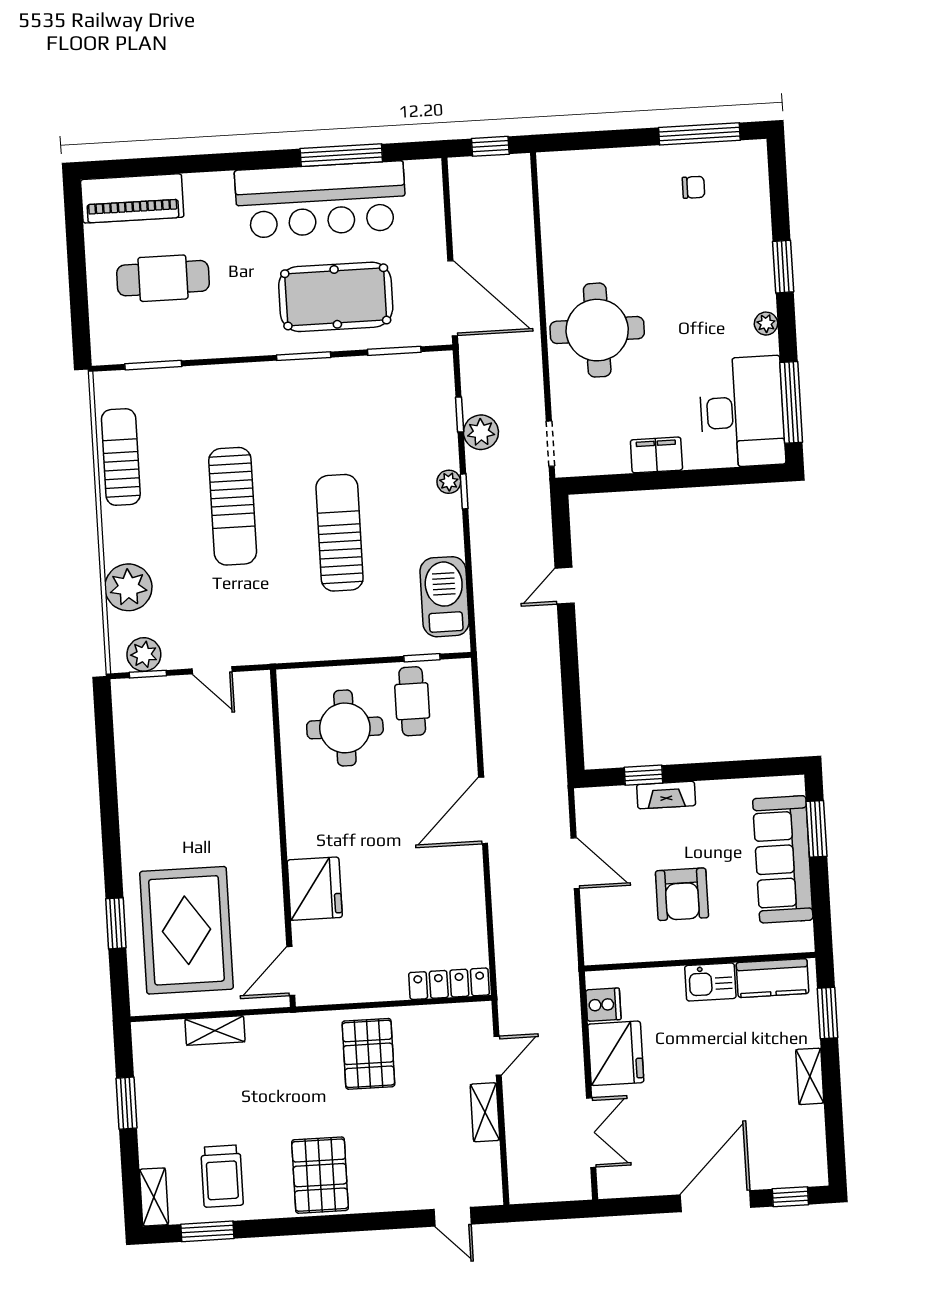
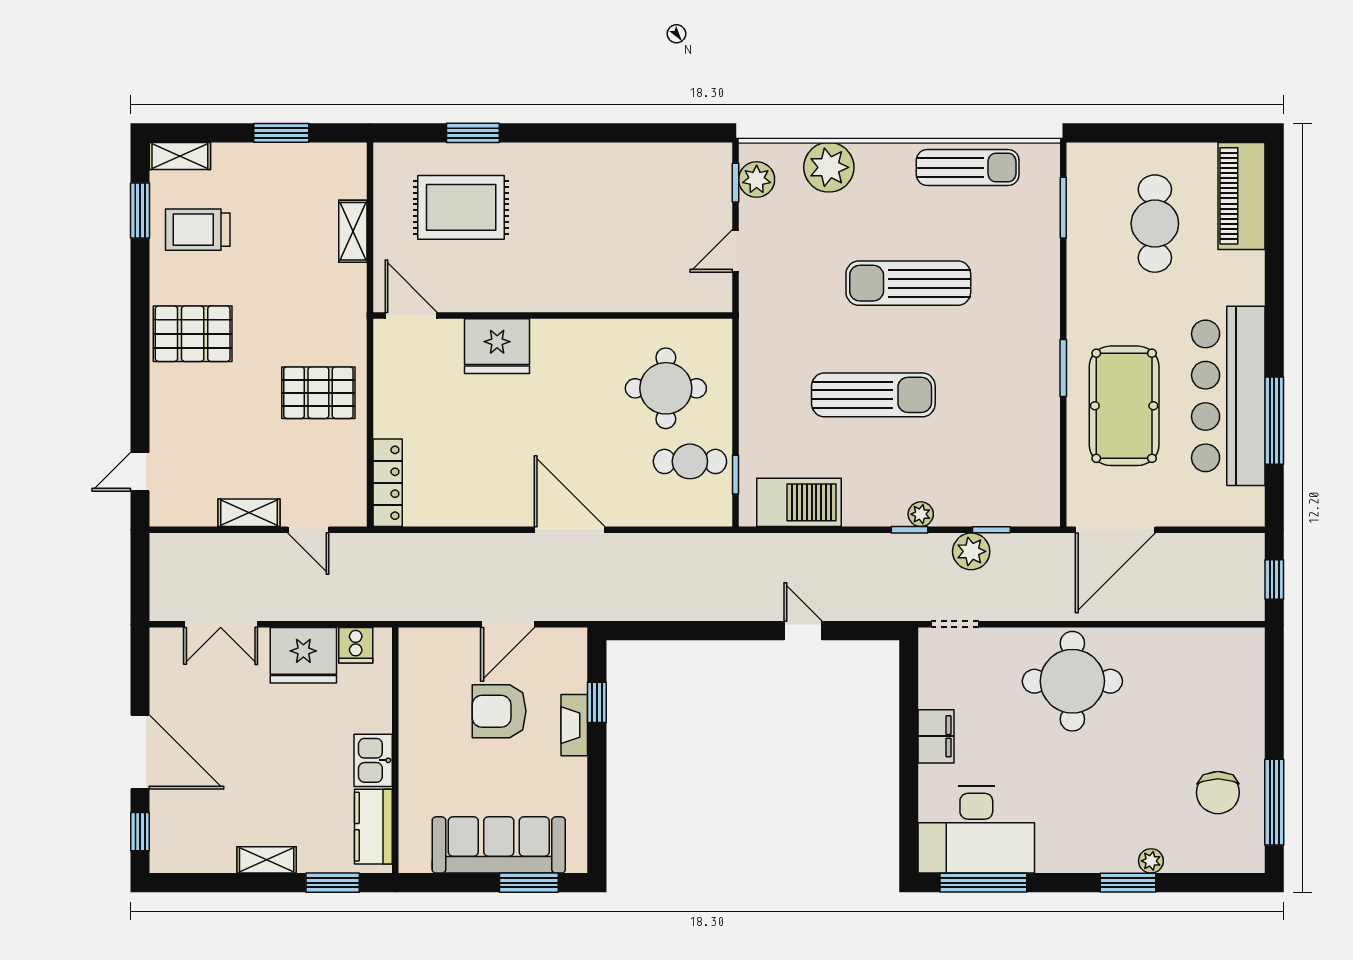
chair: (693, 187) -> (1218, 793), width x1.87, depth x1.87
plant: (766, 324) -> (1151, 861), moved
window: (394, 351) -> (1063, 464), removed
armchair: (682, 894) -> (499, 711), moved
rug: (187, 930) -> (461, 207), width x0.73, depth x0.69

